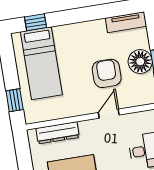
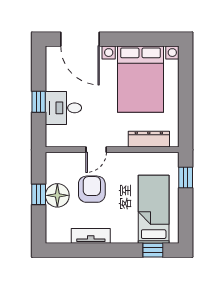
tv unit: (126, 22) -> (91, 236), moved
armchair: (107, 73) -> (92, 189), turned 180

